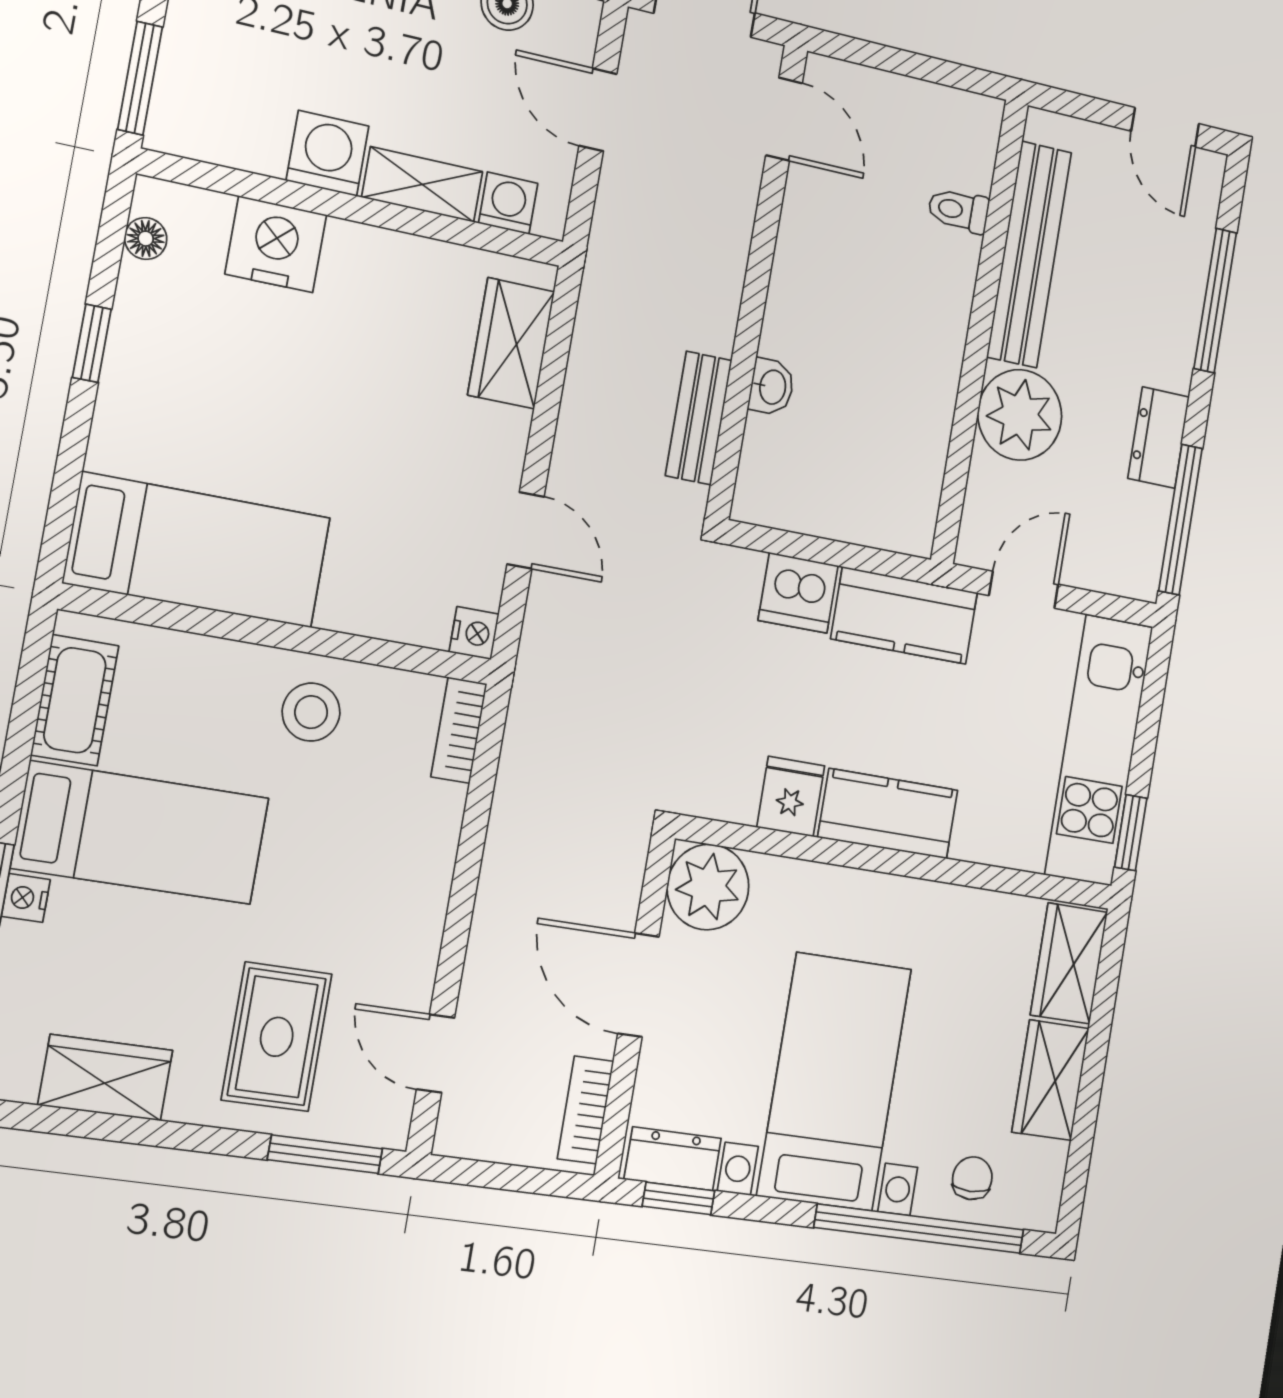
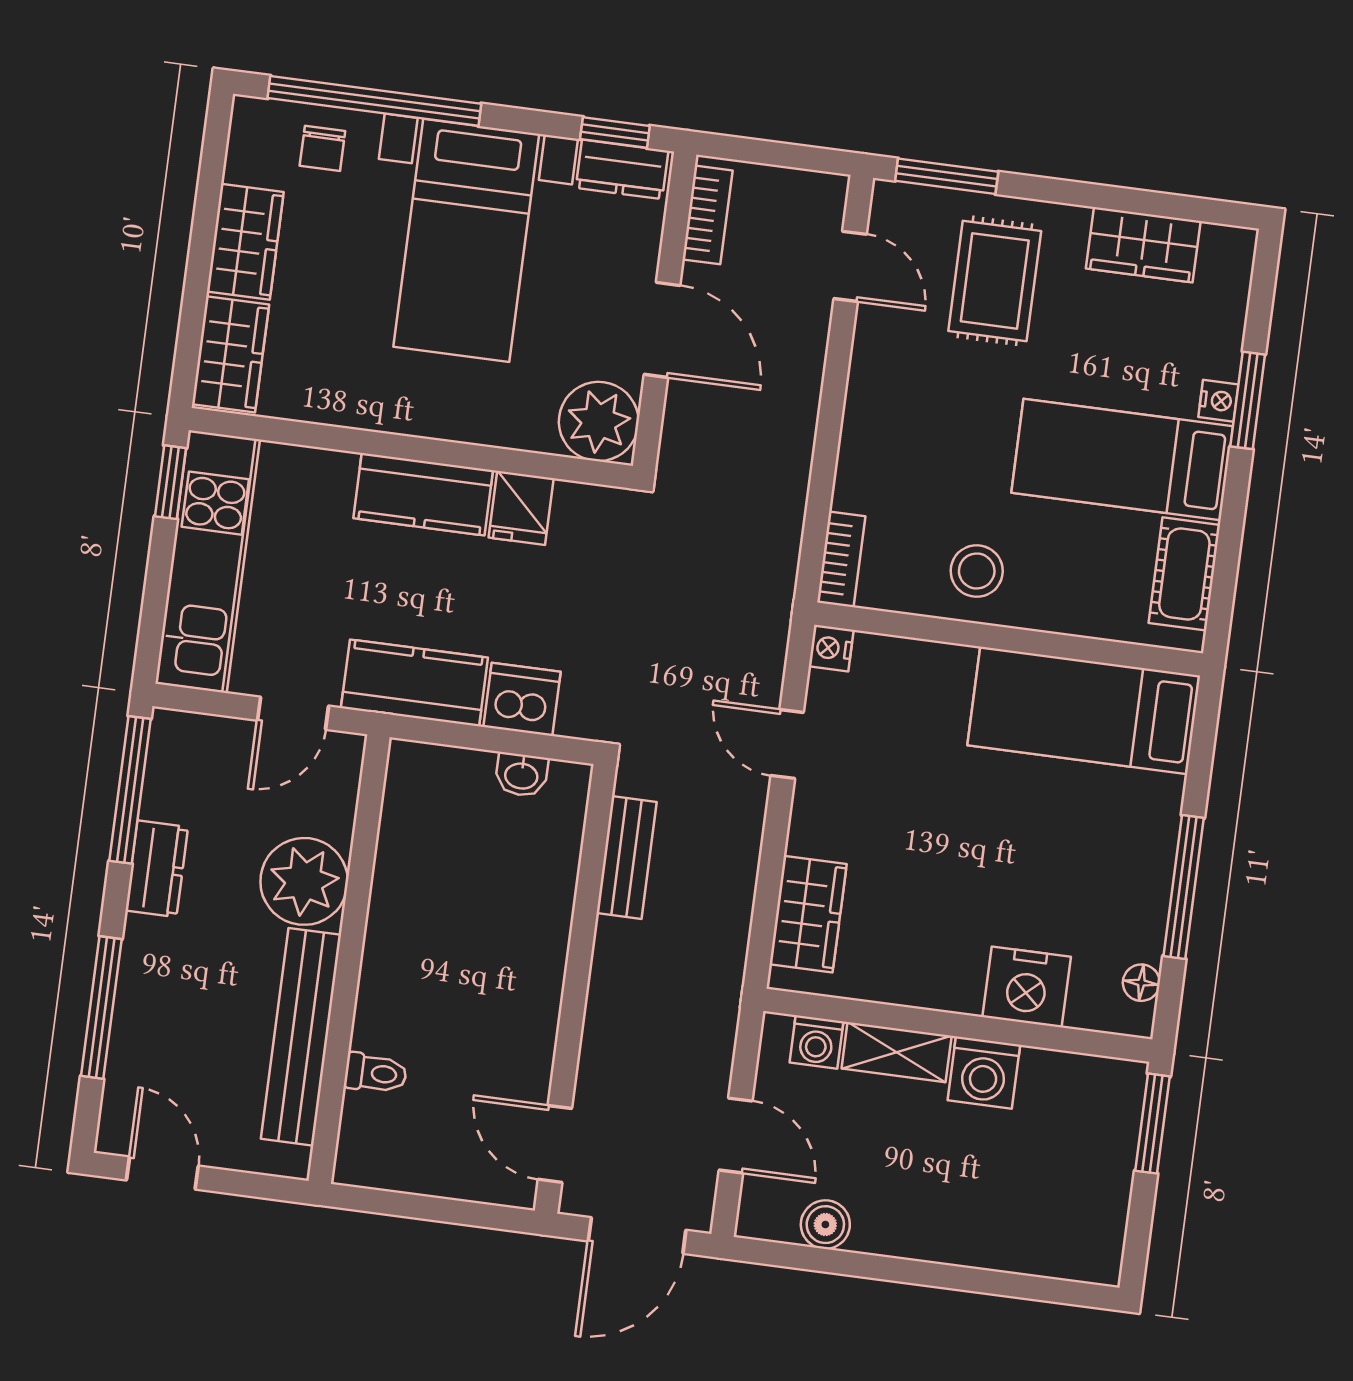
window: (92, 343) -> (1184, 887), width x2.17
washbasin: (771, 387) -> (521, 775), moved, turned -90

